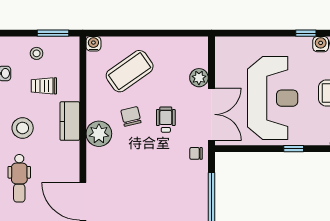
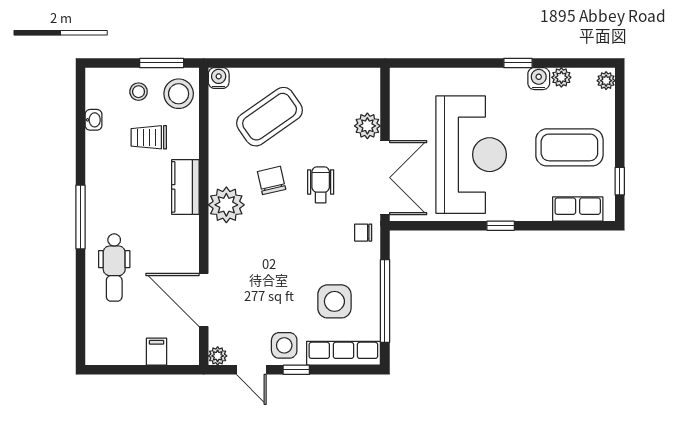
stool: (23, 128) -> (179, 94), moved
side table: (176, 202) -> (334, 301), added

